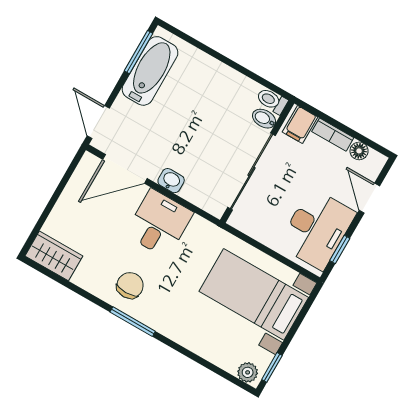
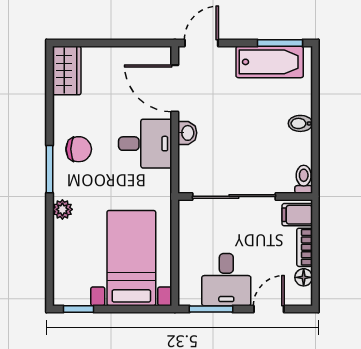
bidet: (264, 119) -> (300, 123), moved, turned -90
desk: (317, 229) -> (226, 280), width x0.73
window: (340, 249) -> (211, 309), width x1.50
plant: (248, 372) -> (62, 209), moved

